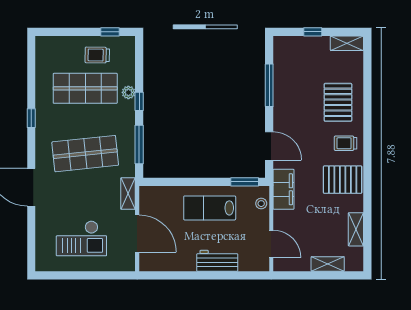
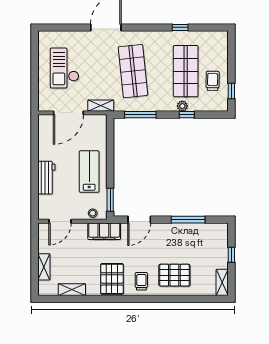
window: (139, 101) -> (187, 115), moved
window: (31, 118) -> (180, 27), moved

